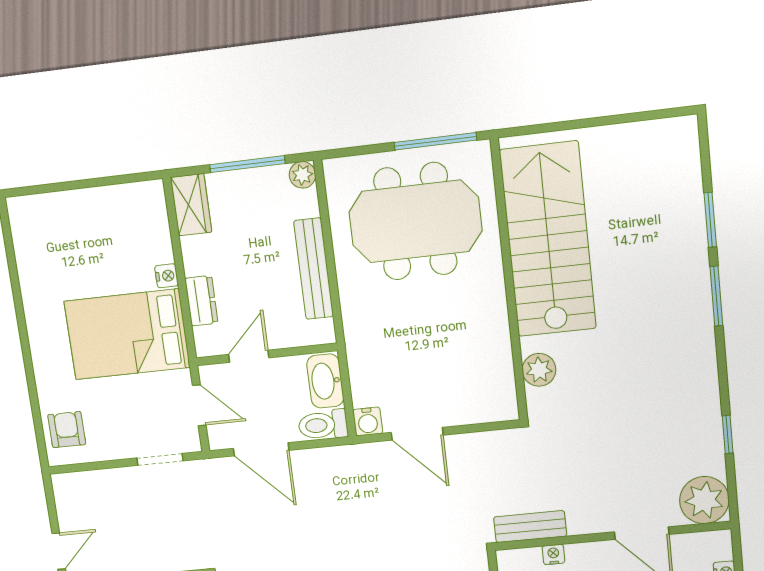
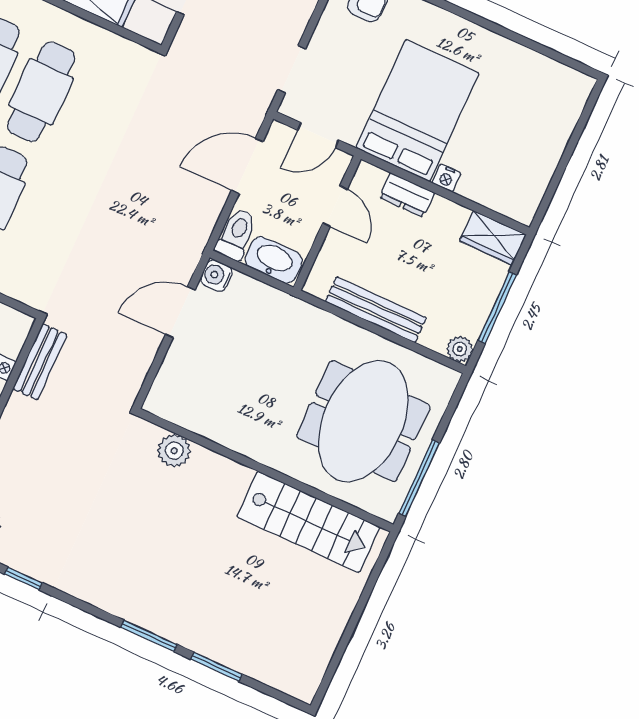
stairs: (548, 240) -> (308, 522), width x0.73, depth x0.66

